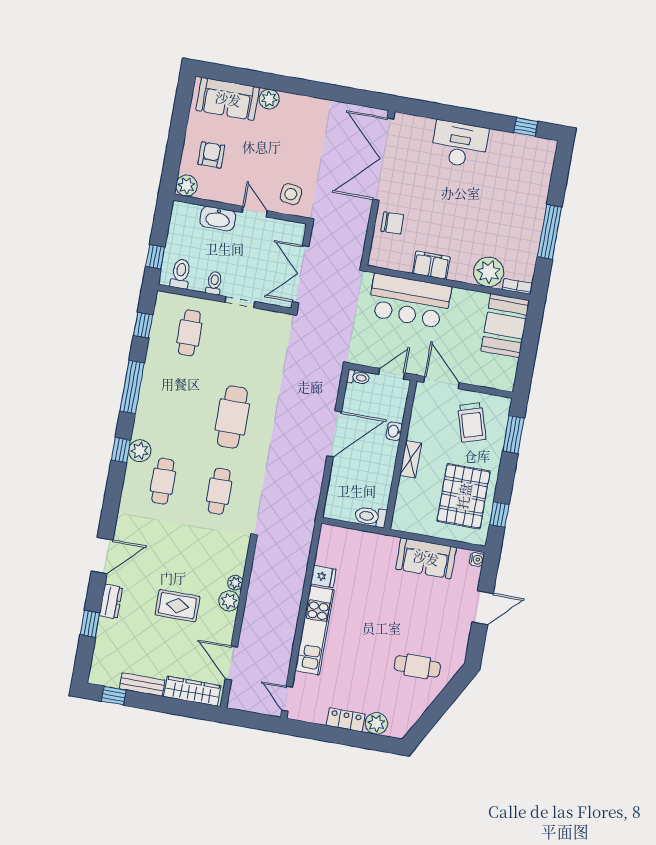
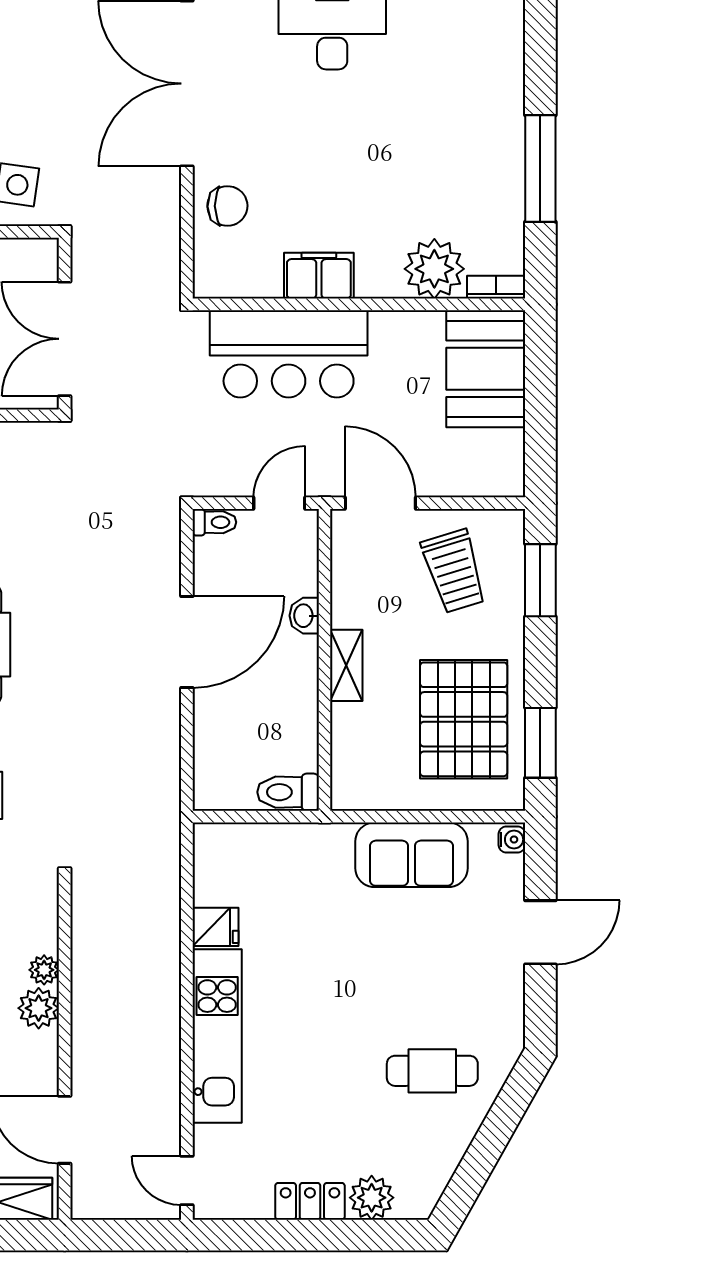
window: (499, 514) -> (540, 743), width x1.50

